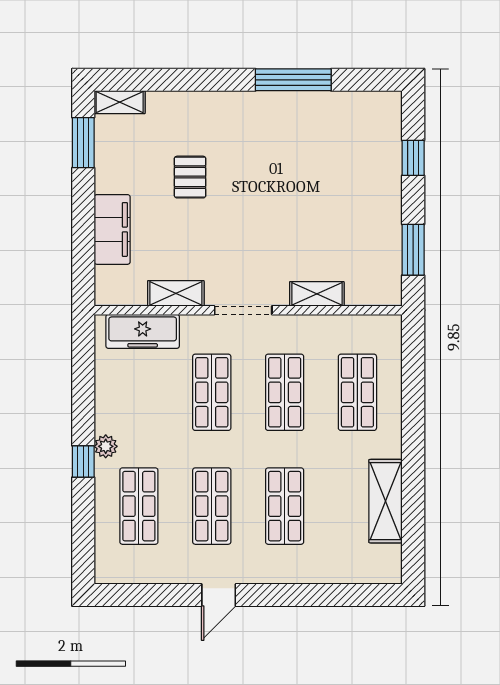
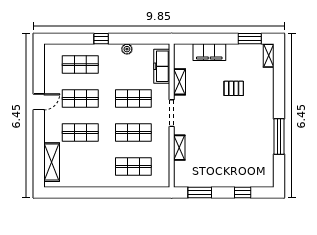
plant: (106, 446) -> (127, 49), moved
shelving: (386, 501) -> (52, 162), moved, turned 90
door: (219, 595) -> (39, 102), swing flipped

